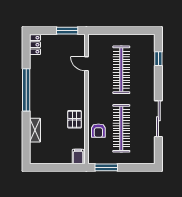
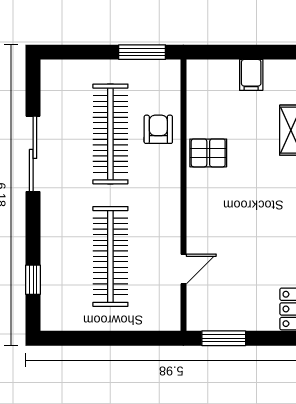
door: (86, 64) -> (183, 269), hinge flipped
pallet: (75, 119) -> (208, 153), turned 90
filing cabinet: (78, 157) -> (251, 75), moved

